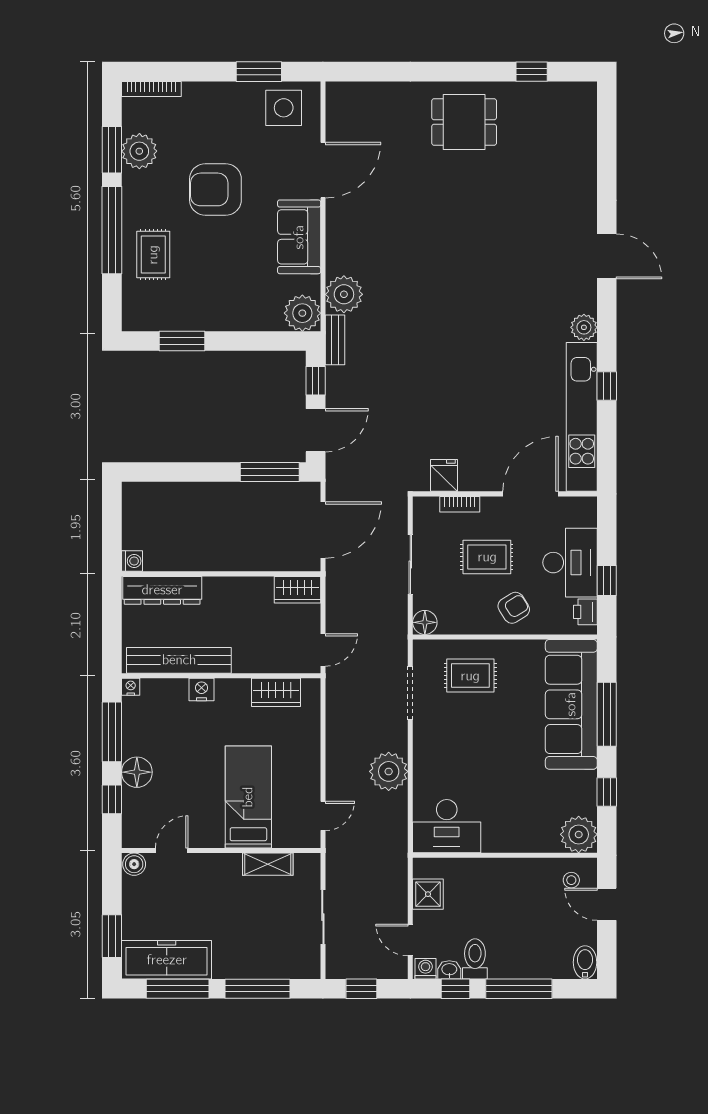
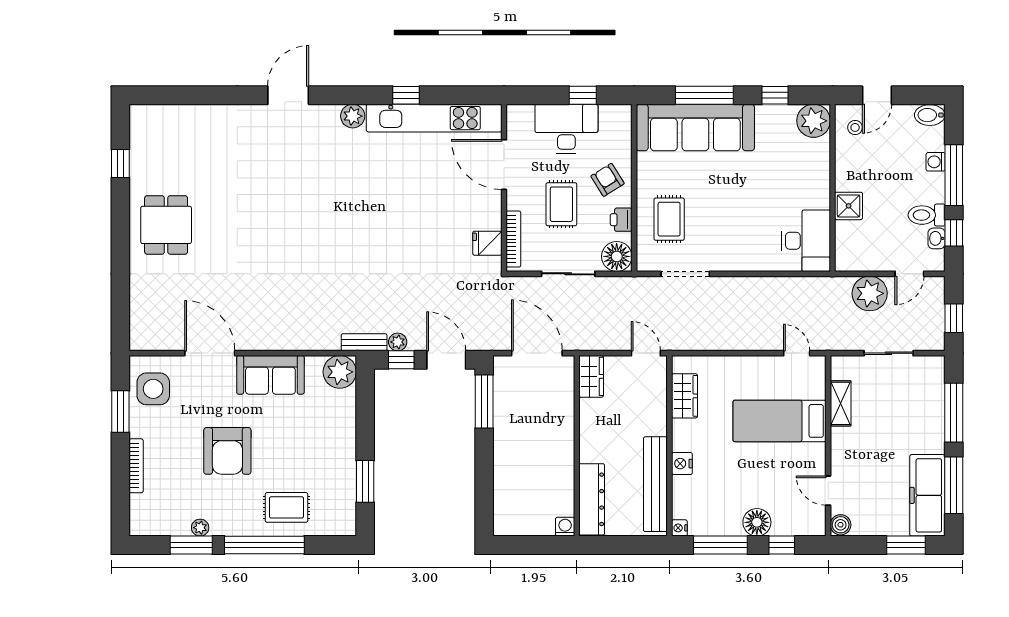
bookcase: (151, 89) -> (136, 466), moved
plant: (139, 151) -> (200, 528), width x0.53, depth x0.53
plant: (344, 294) -> (398, 342), moved, width x0.53, depth x0.53
bookcase: (460, 504) -> (513, 239), width x1.56
printer: (585, 612) -> (621, 220), moved, turned 90
floor lamp: (425, 622) -> (617, 256), width x1.38, depth x1.38
plant: (389, 771) -> (870, 293), moved
shower: (428, 894) -> (849, 206), moved
washing machine: (426, 969) -> (936, 162), moved

